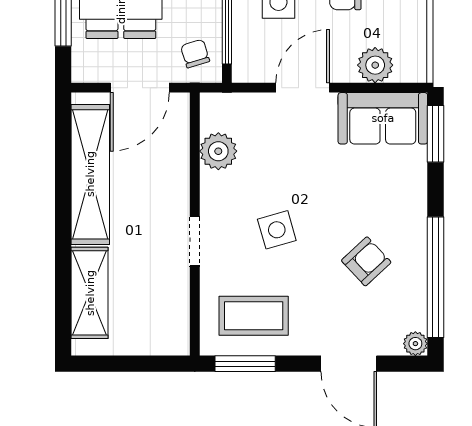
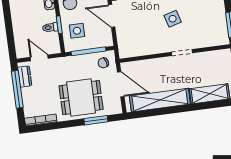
plant: (218, 151) -> (143, 48), removed
coffee table: (254, 316) -> (210, 24), removed

